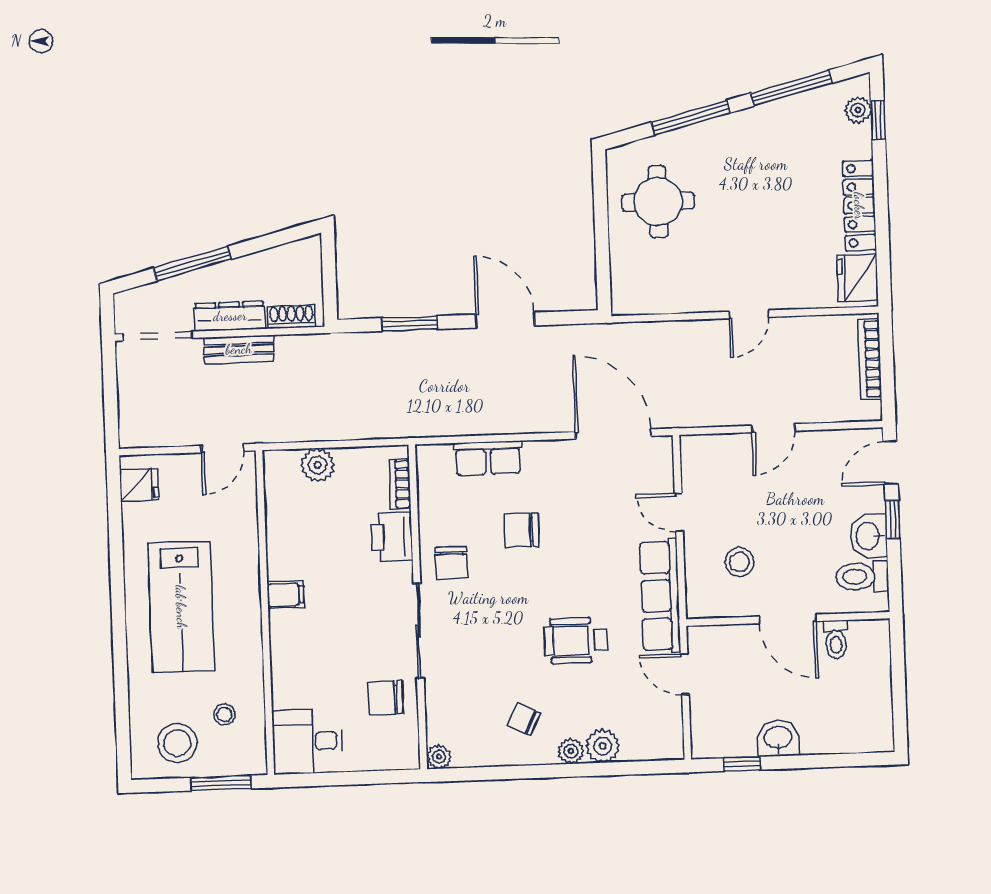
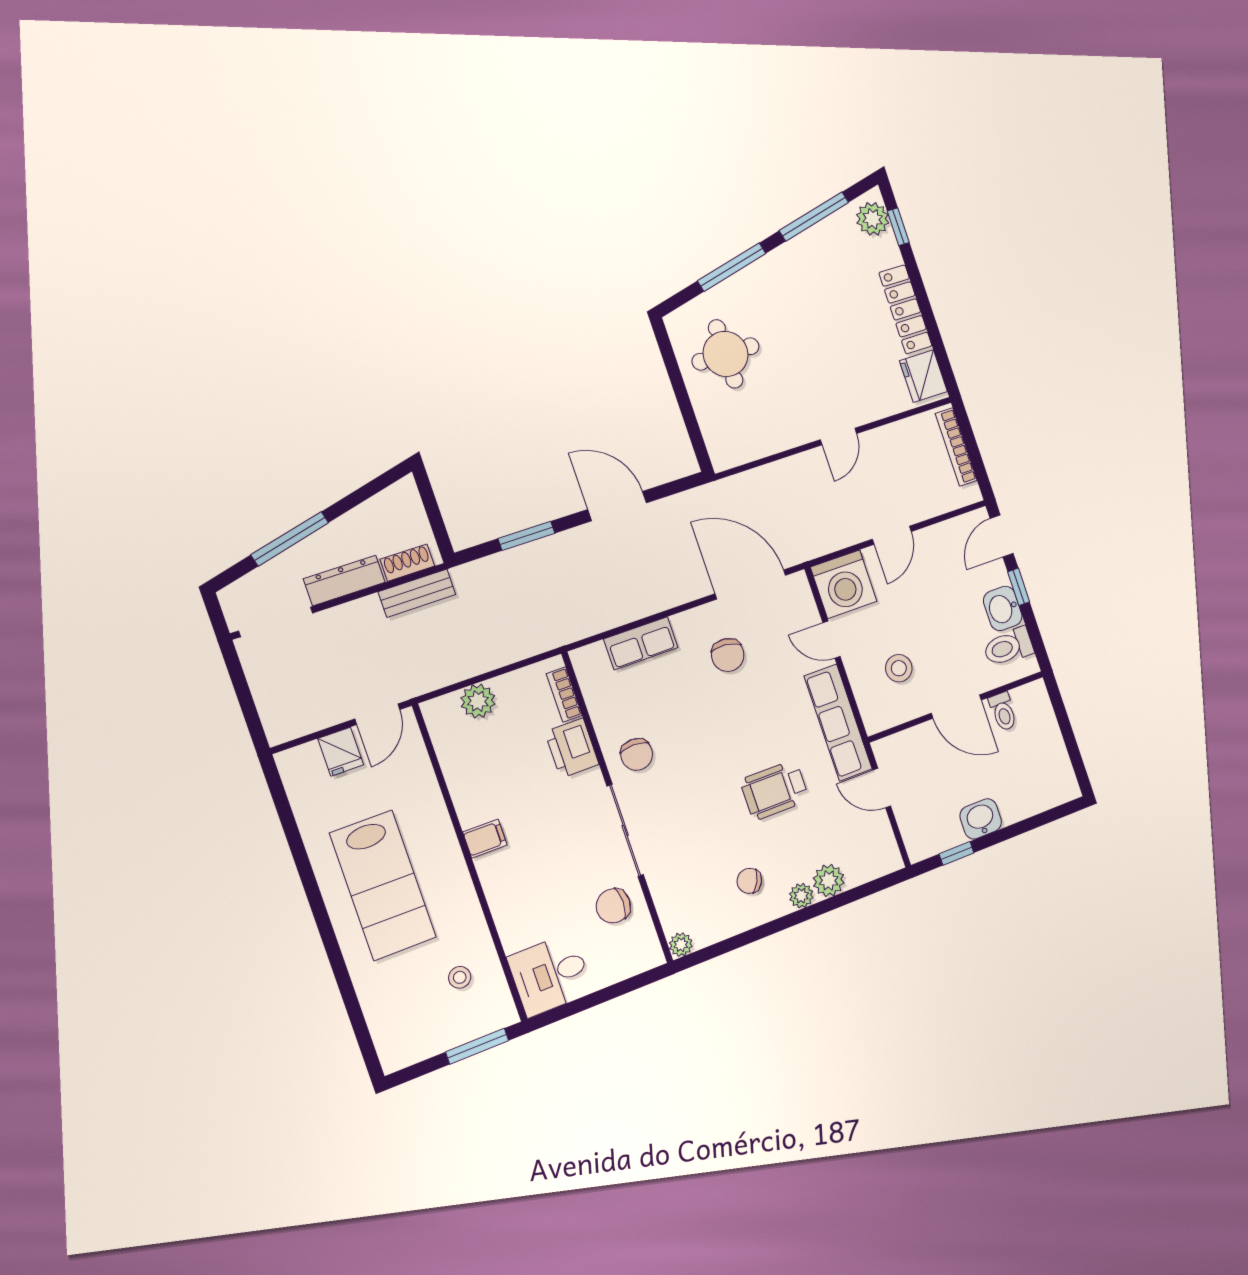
plant: (858, 110) -> (873, 219), width x1.38, depth x1.38
bench: (239, 349) -> (417, 593), moved
washing machine: (708, 462) -> (844, 584), added
fridge: (139, 485) -> (341, 752), moved, turned 90
chair: (521, 530) -> (728, 655), moved, turned -84
stool: (177, 743) -> (421, 1023), removed

